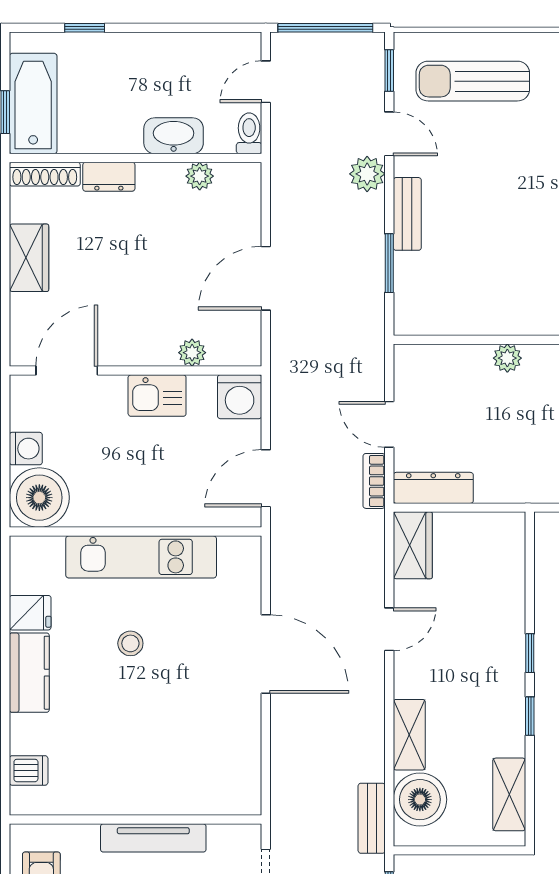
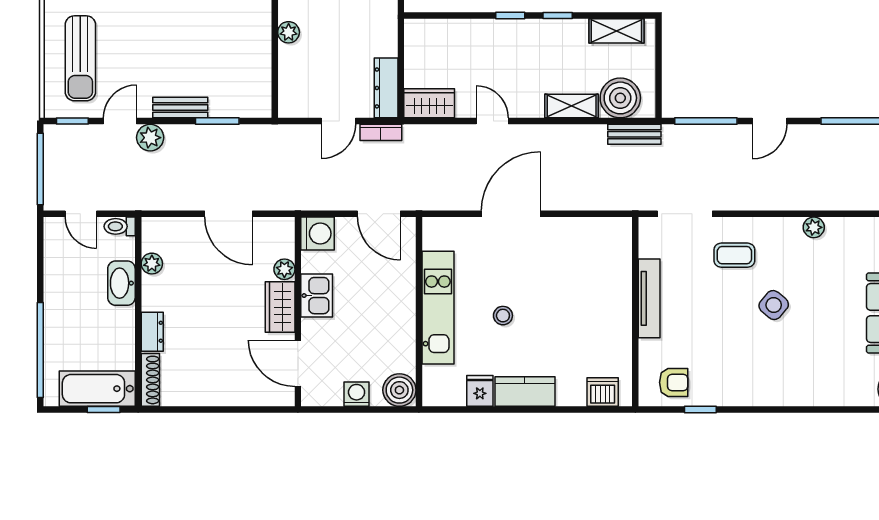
window: (85, 28) -> (40, 350), width x3.17
wardrobe: (29, 258) -> (280, 307), moved, turned -90
boiler: (39, 498) -> (399, 390), width x0.73, depth x0.73
dishwasher: (29, 770) -> (603, 392), width x1.38

